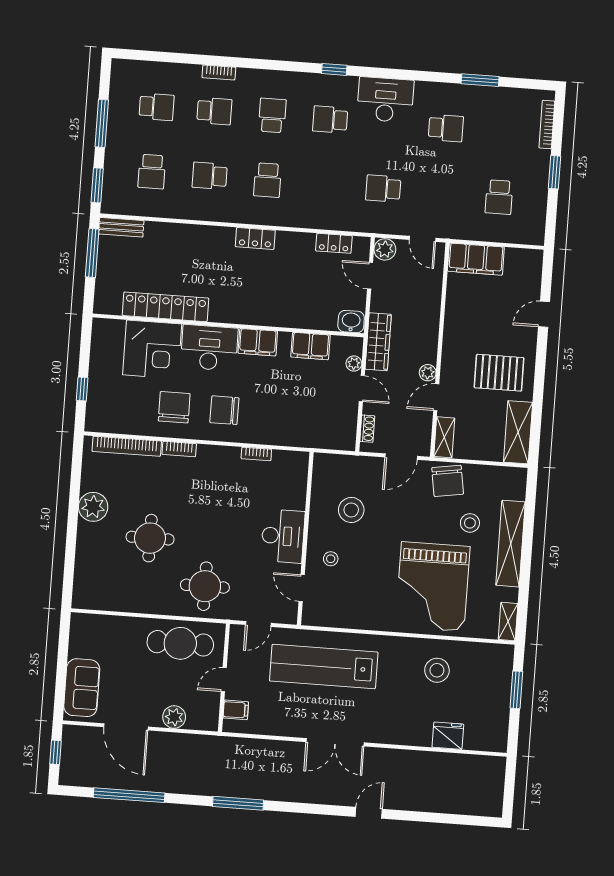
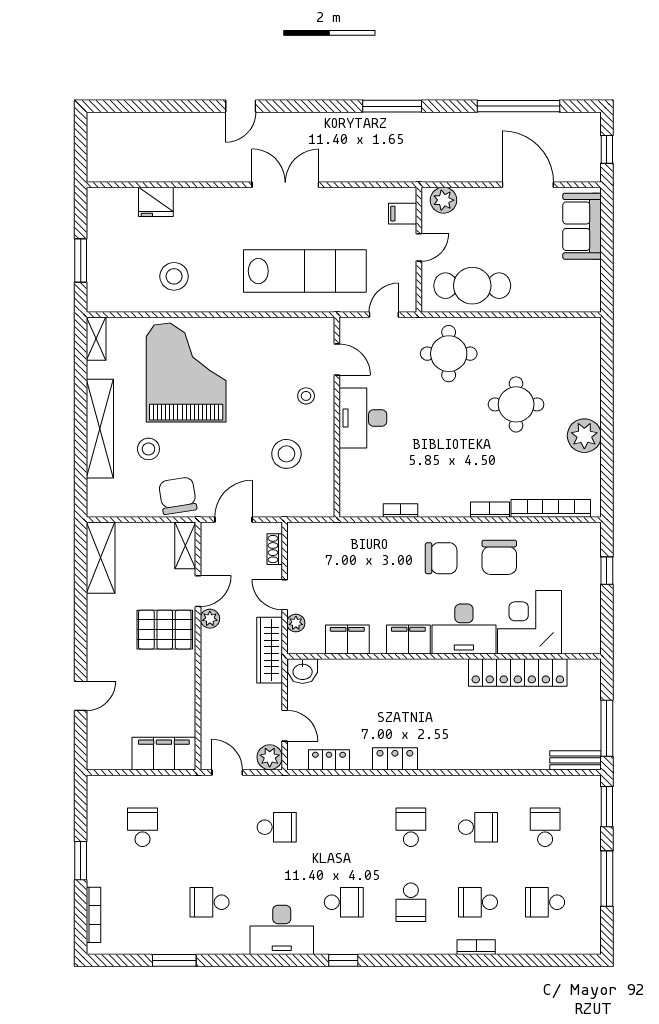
locker: (255, 238) -> (395, 759), moved
pallet: (499, 373) -> (165, 630), moved
plant: (174, 717) -> (443, 200), moved

